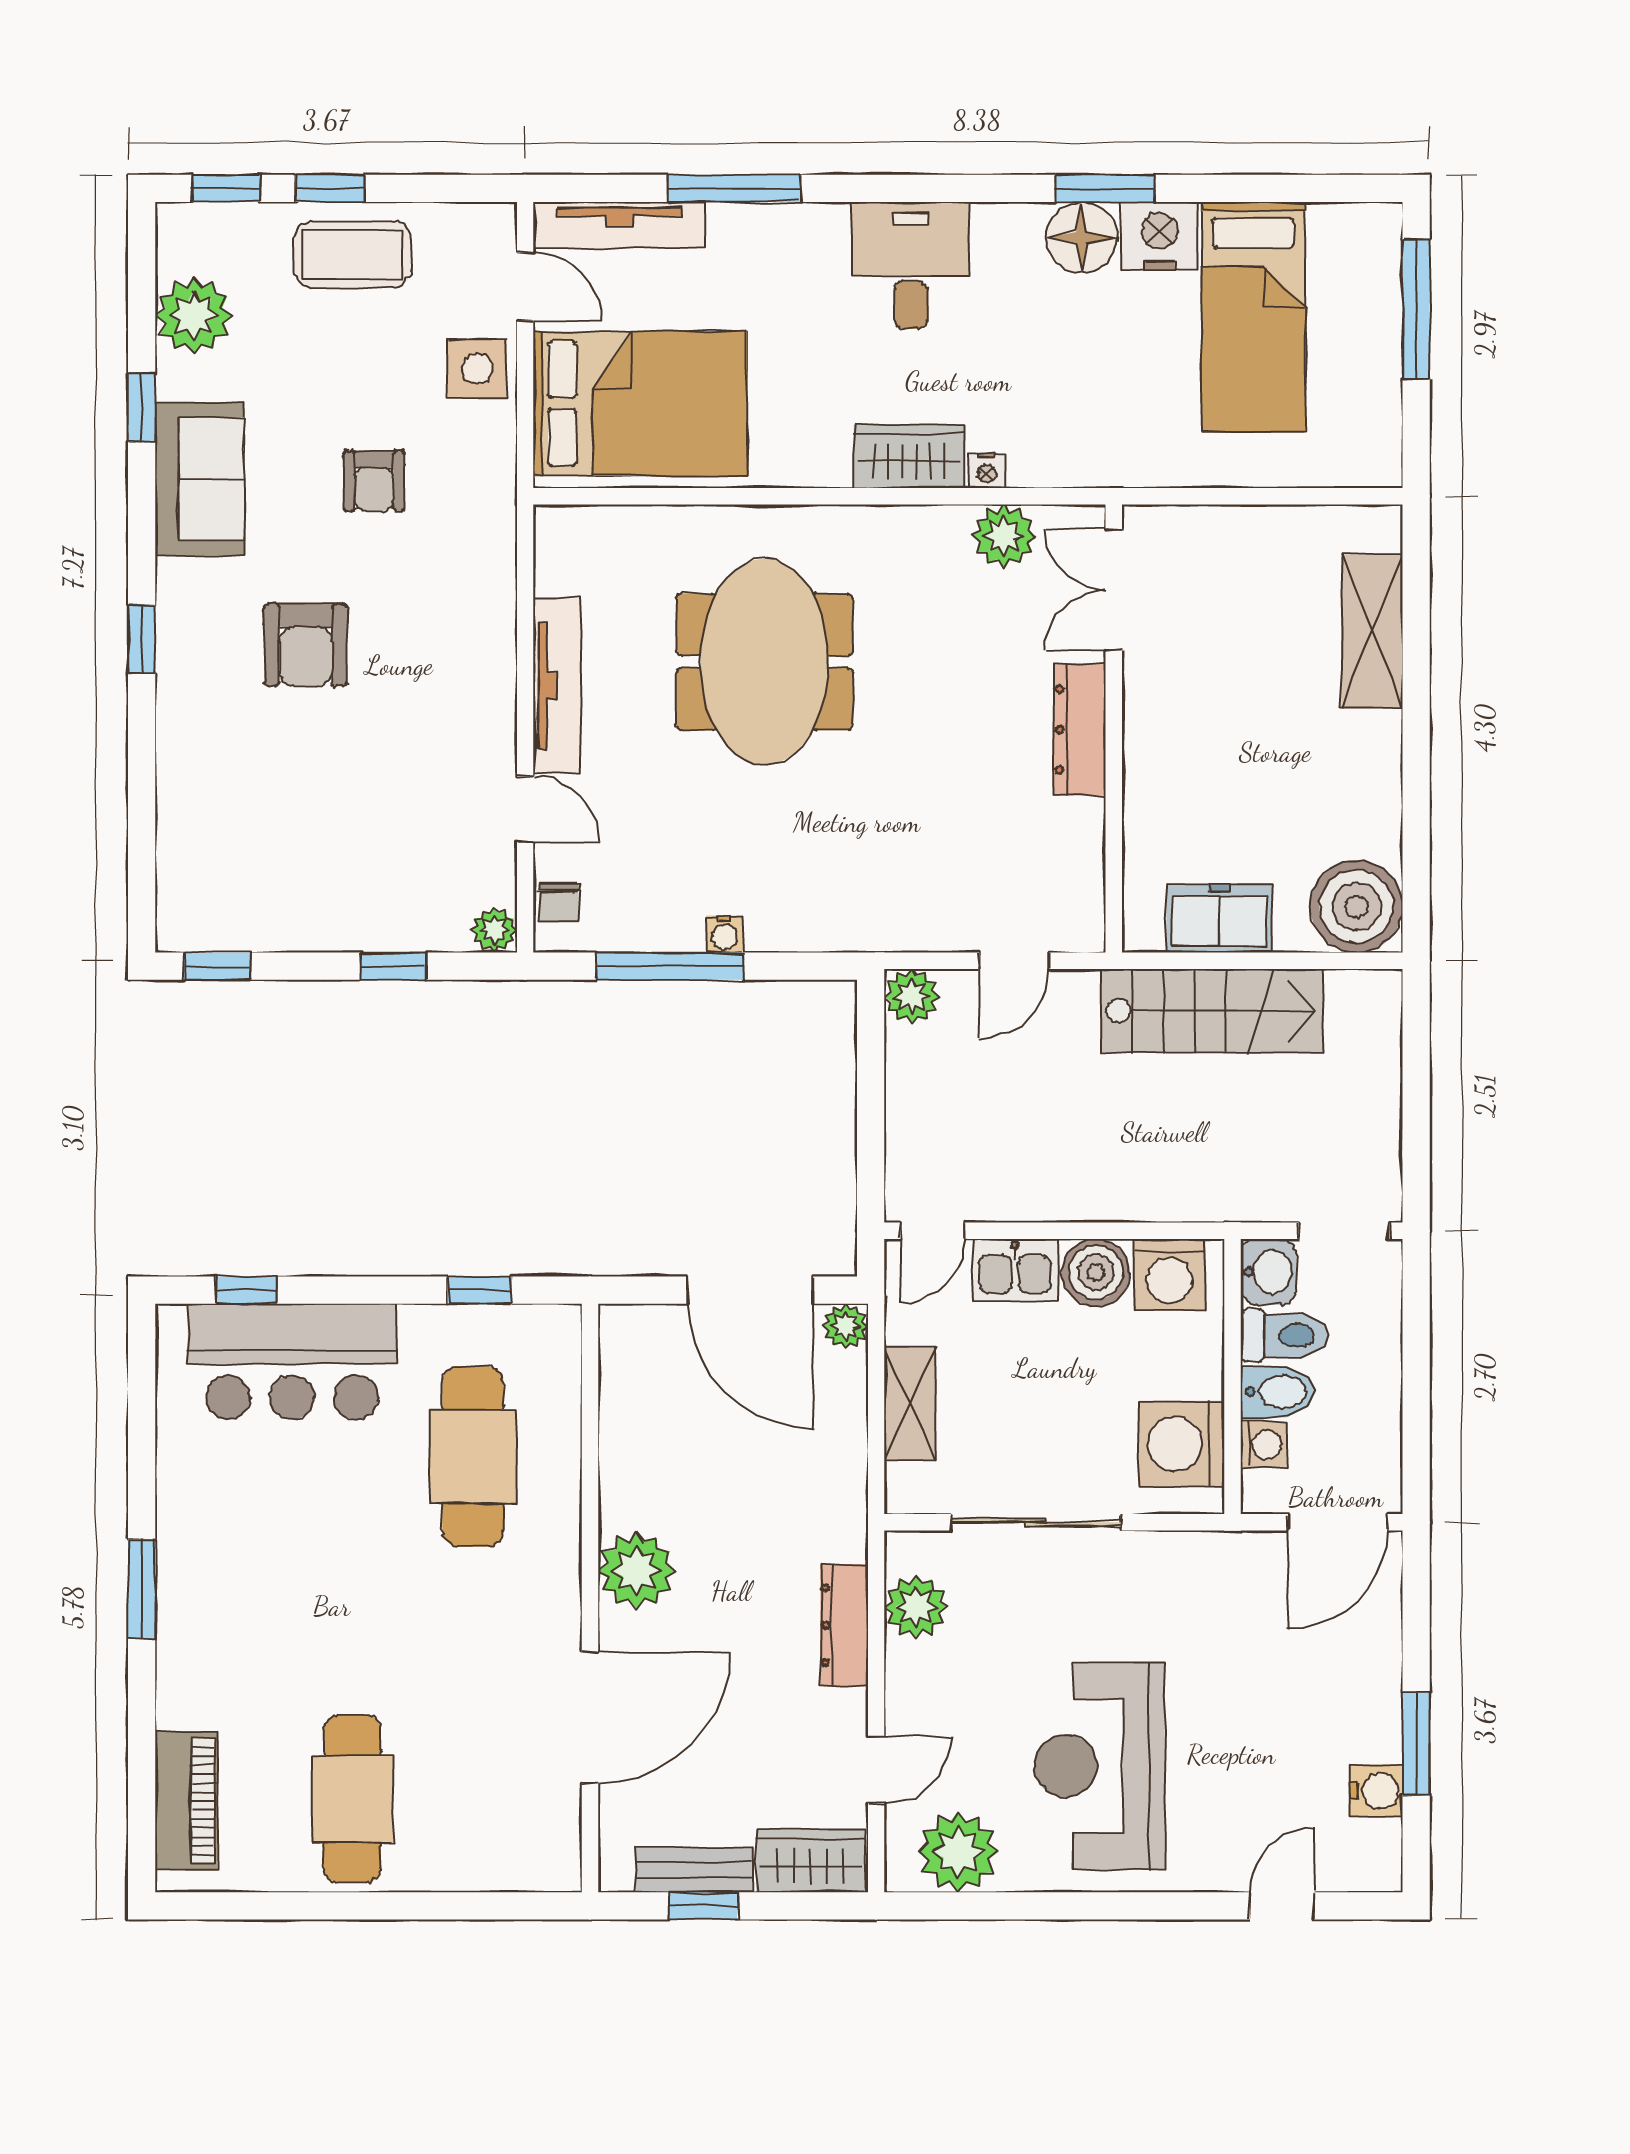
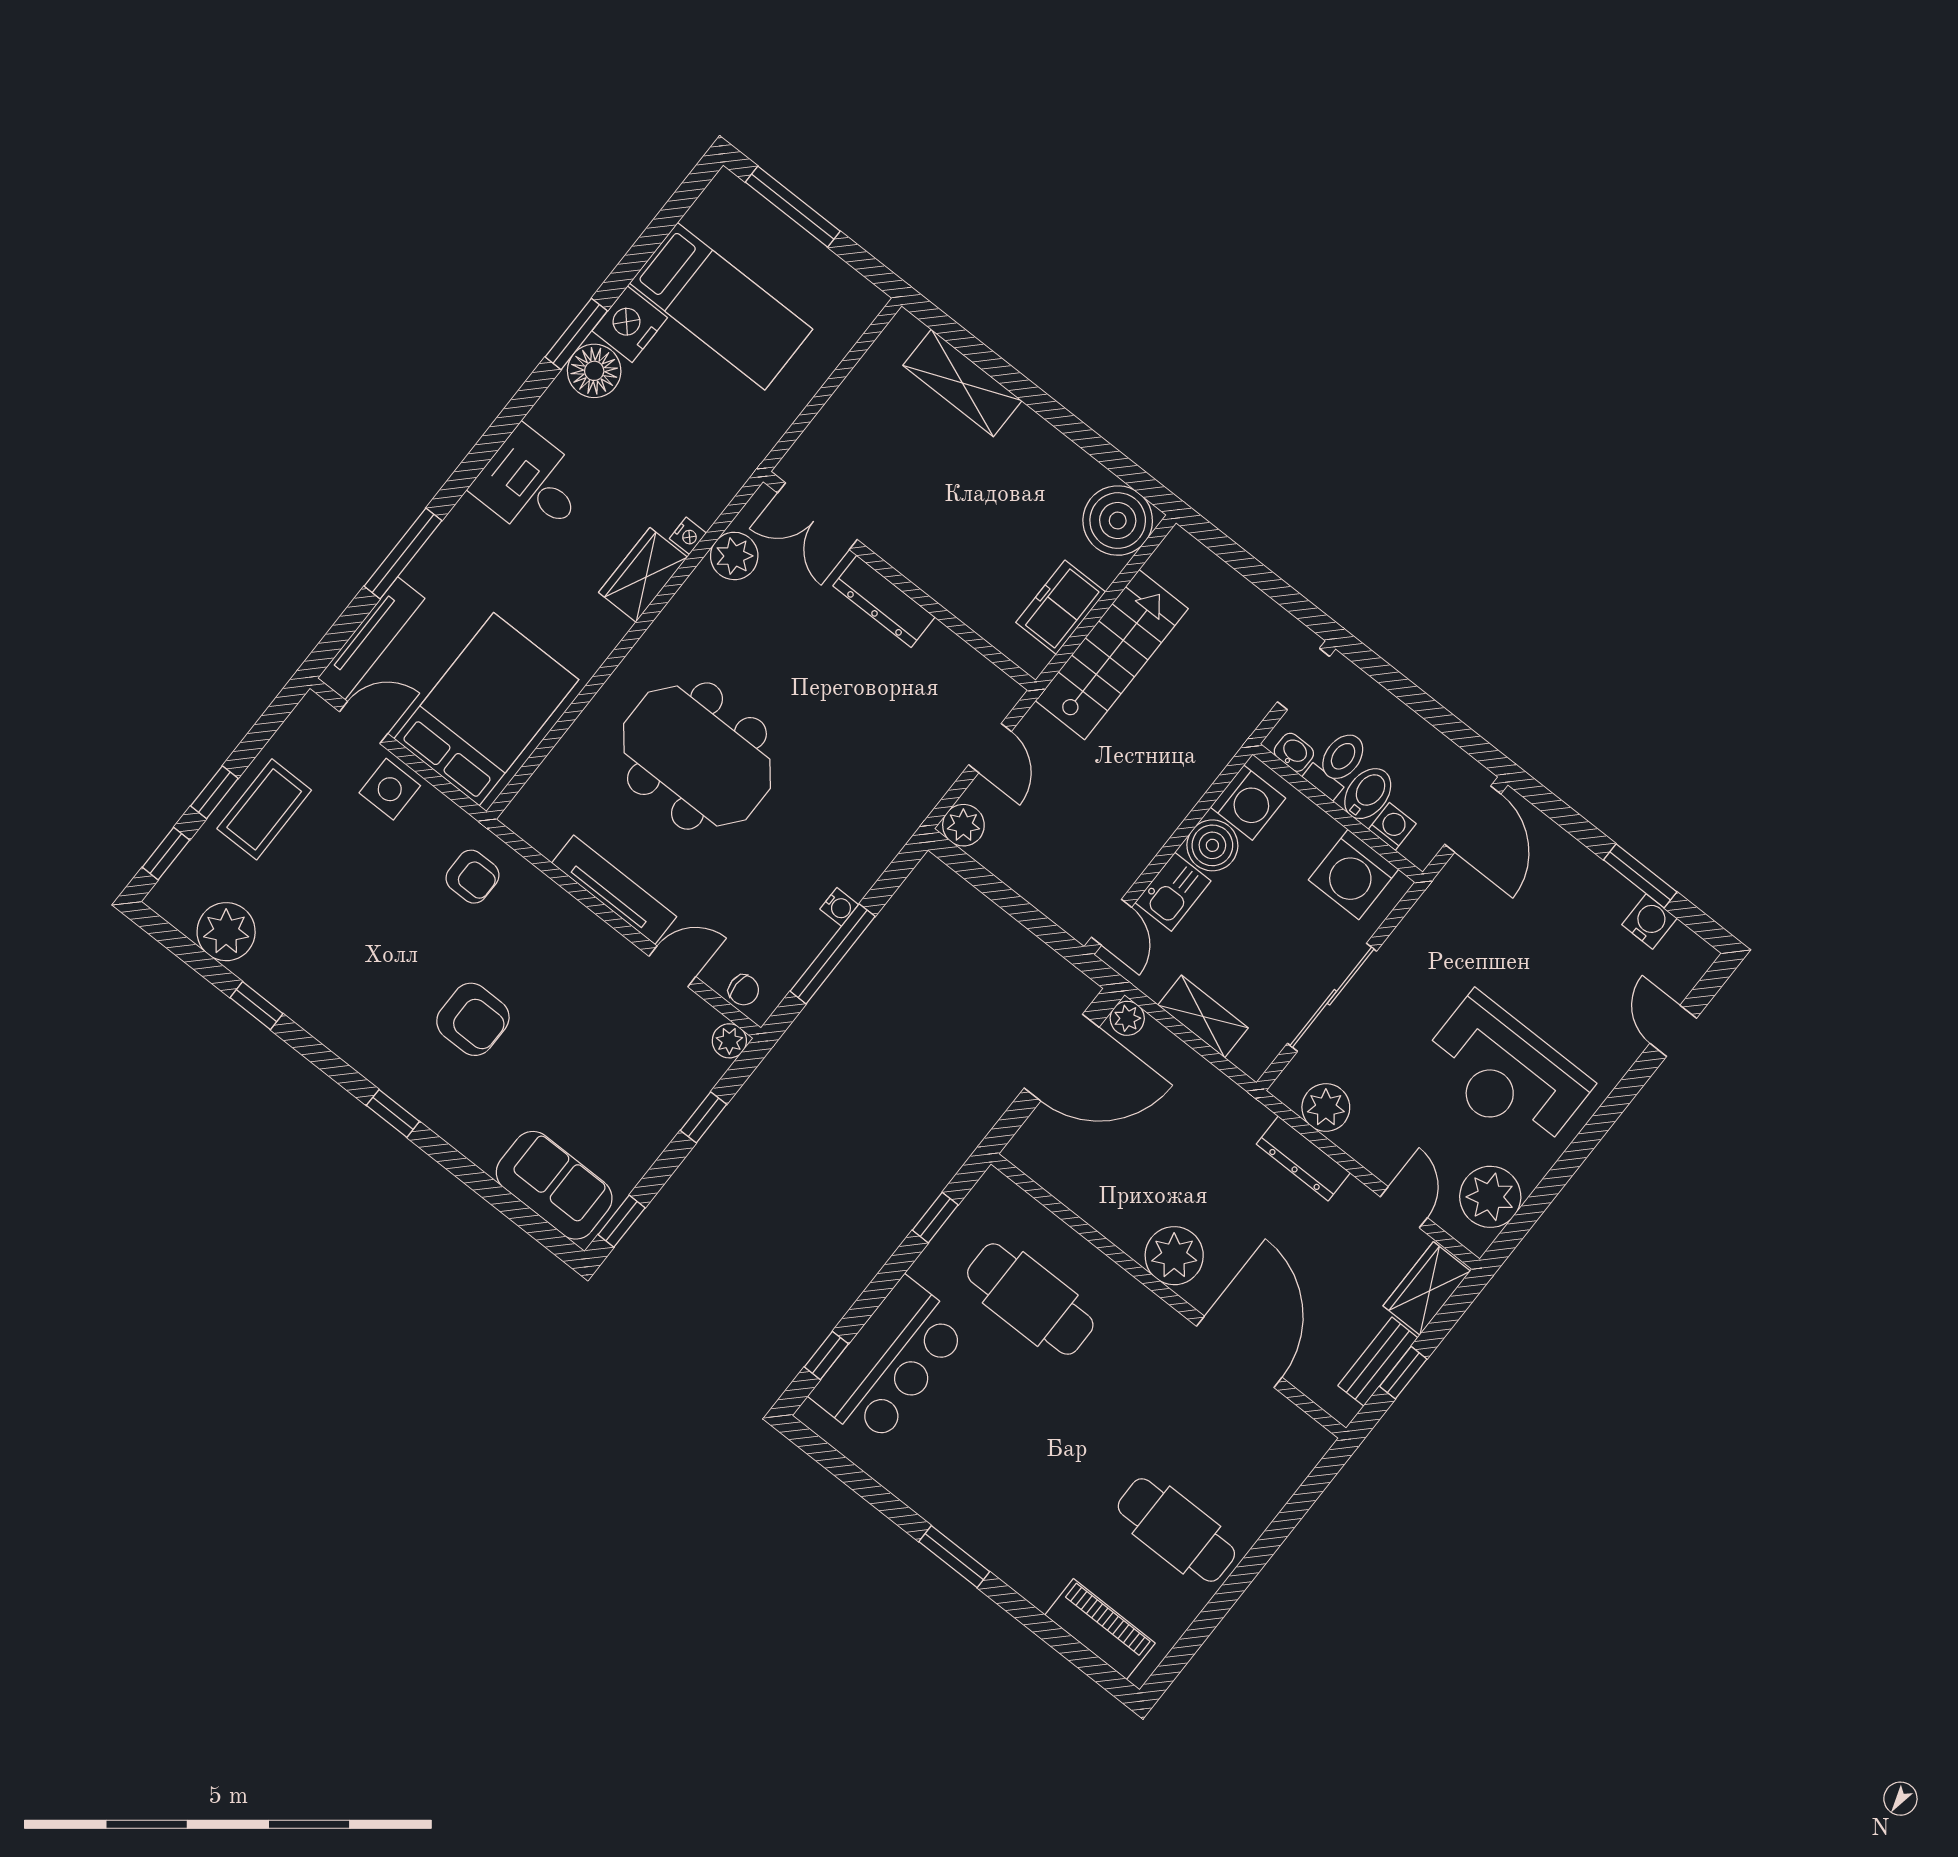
sofa: (199, 479) -> (554, 1185), moved
armchair: (374, 481) -> (473, 877), moved
washbasin: (1269, 1272) -> (1294, 752), width x0.72, depth x0.69

